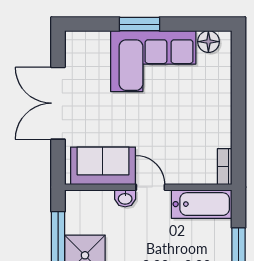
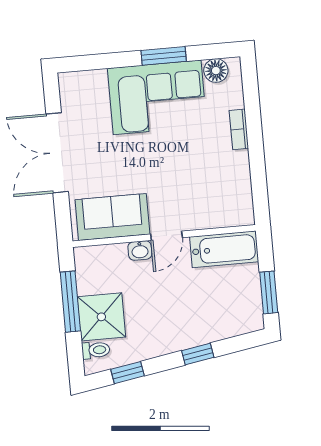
window: (139, 24) -> (164, 56), moved
bookcase: (225, 167) -> (239, 129), moved
door: (150, 187) -> (166, 236), swing flipped

